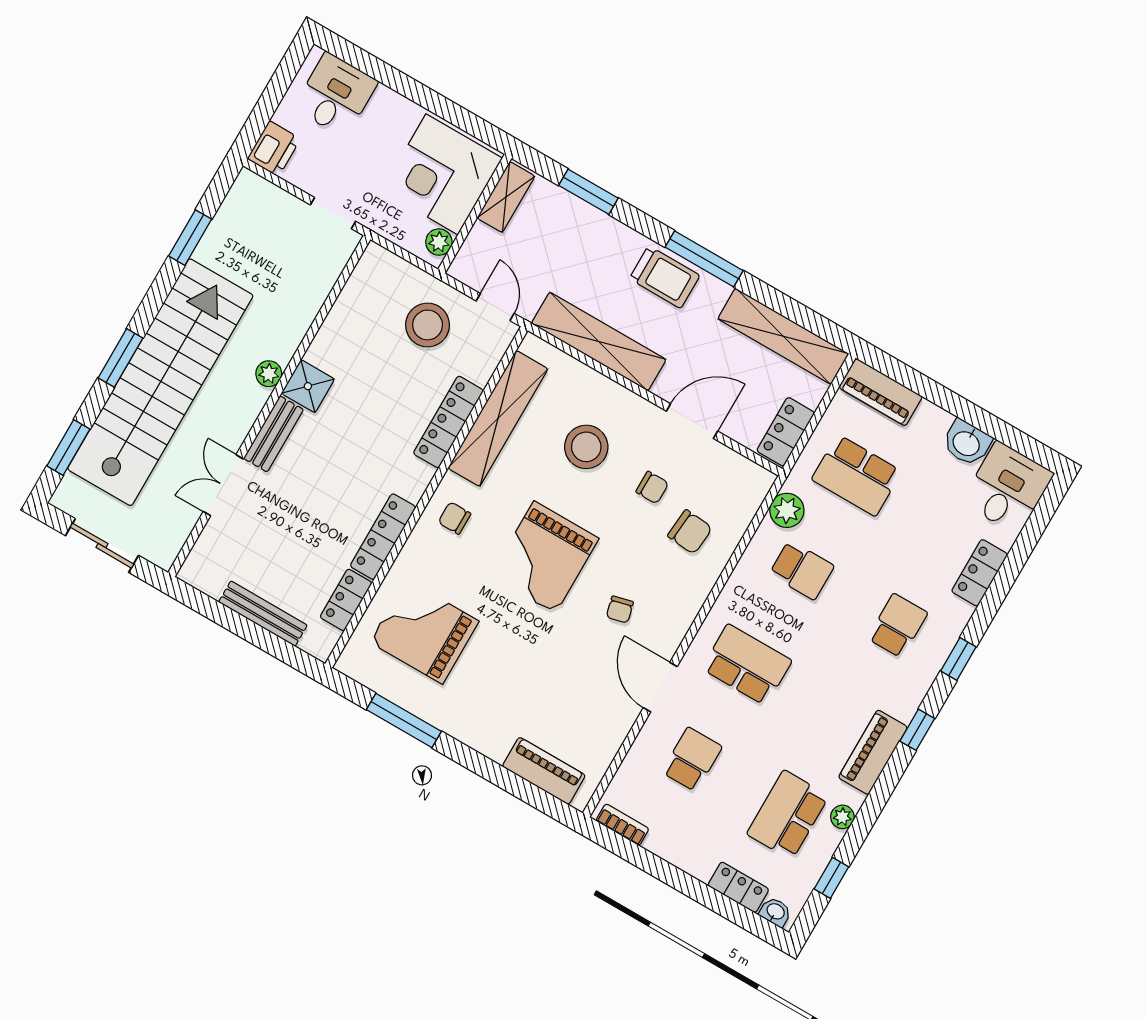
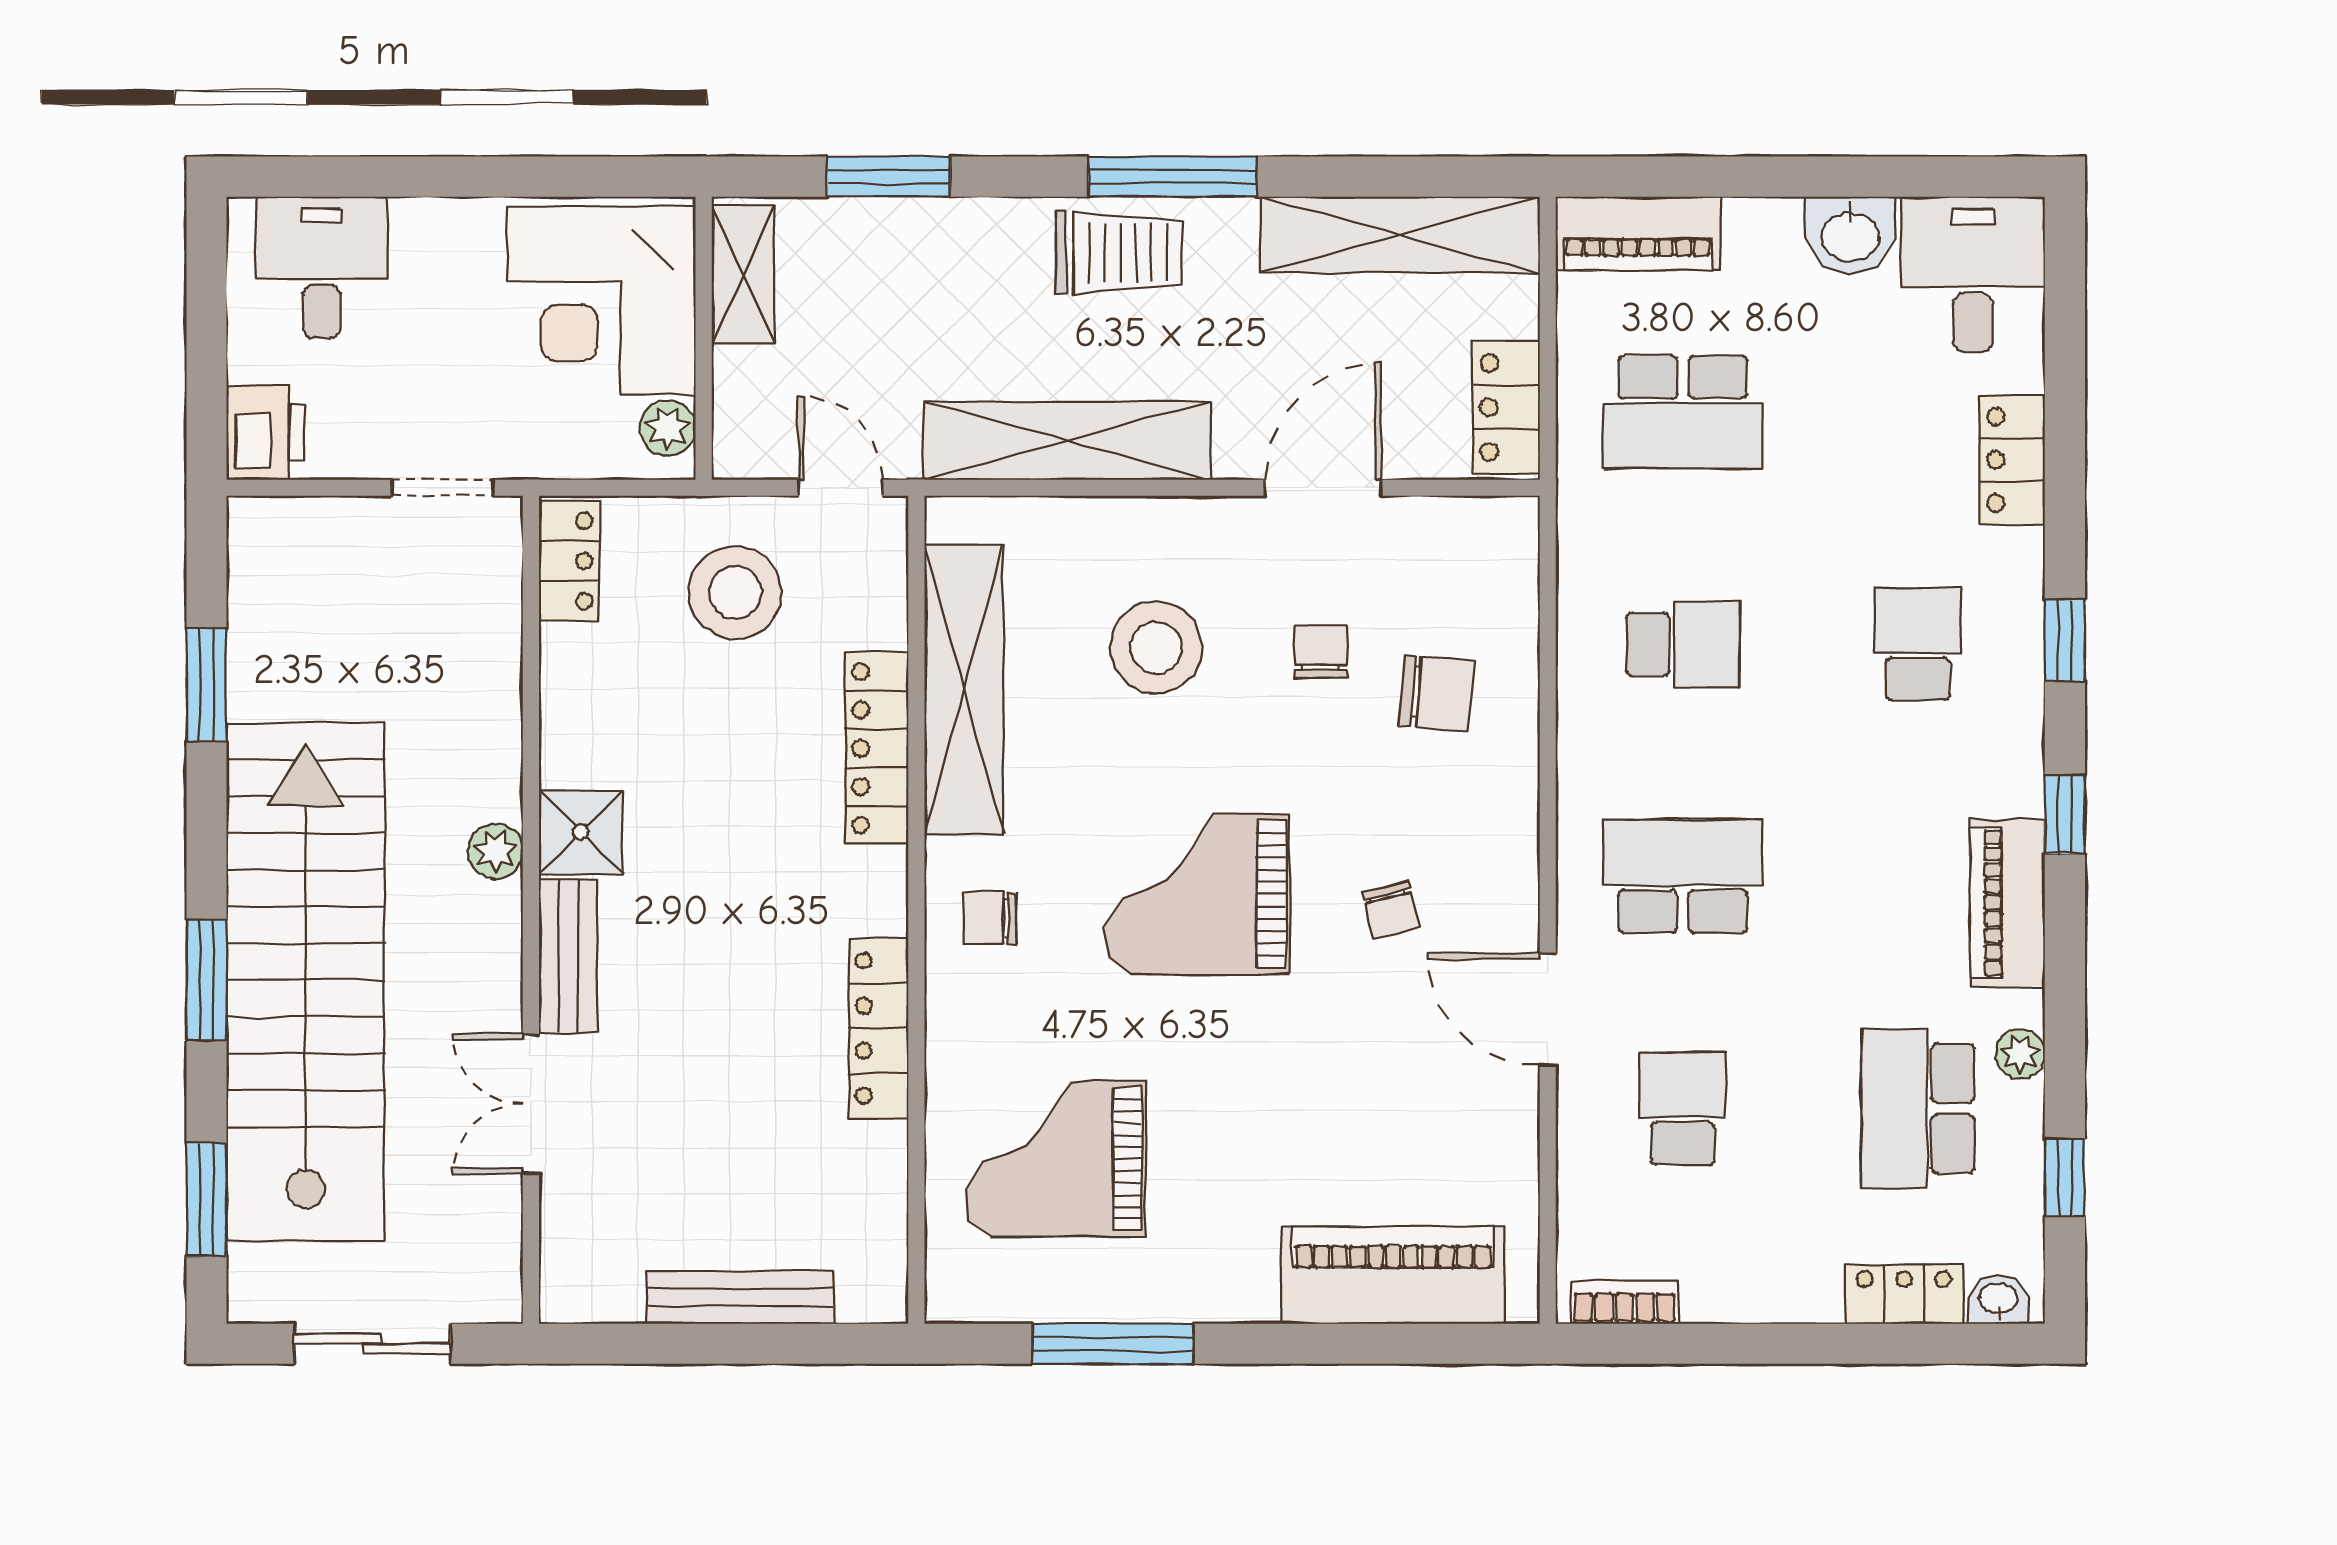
chair: (652, 488) -> (1321, 652), turned -90
plant: (787, 510) -> (1592, 550), removed
grand piano: (545, 557) -> (1197, 894), turned 90
locker: (346, 600) -> (569, 561), moved, turned 180
piano: (544, 771) -> (1393, 1275), width x1.37, depth x1.33

